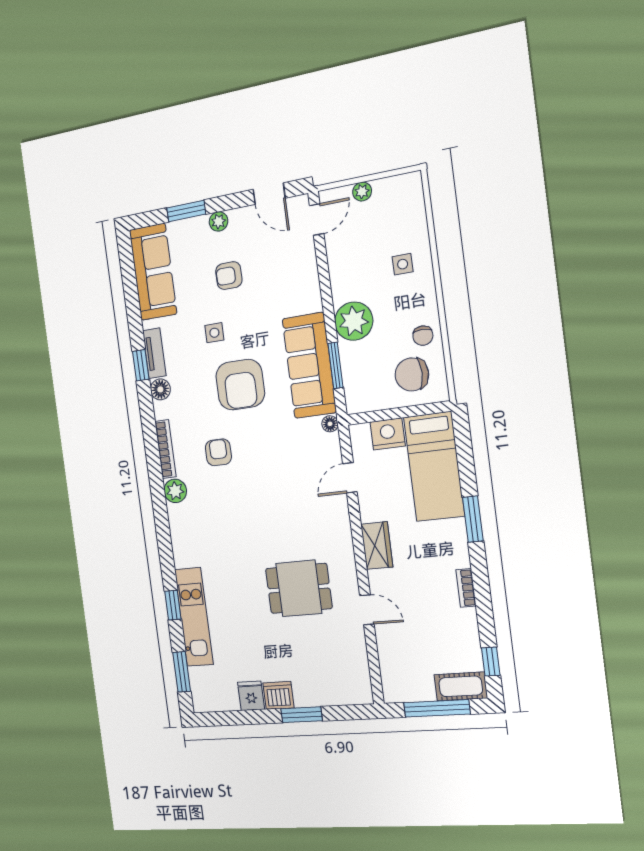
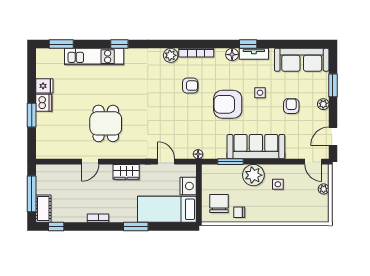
side table: (403, 264) -> (278, 184), moved
sofa: (309, 365) -> (256, 147), moved
window: (173, 605) -> (119, 44), moved

